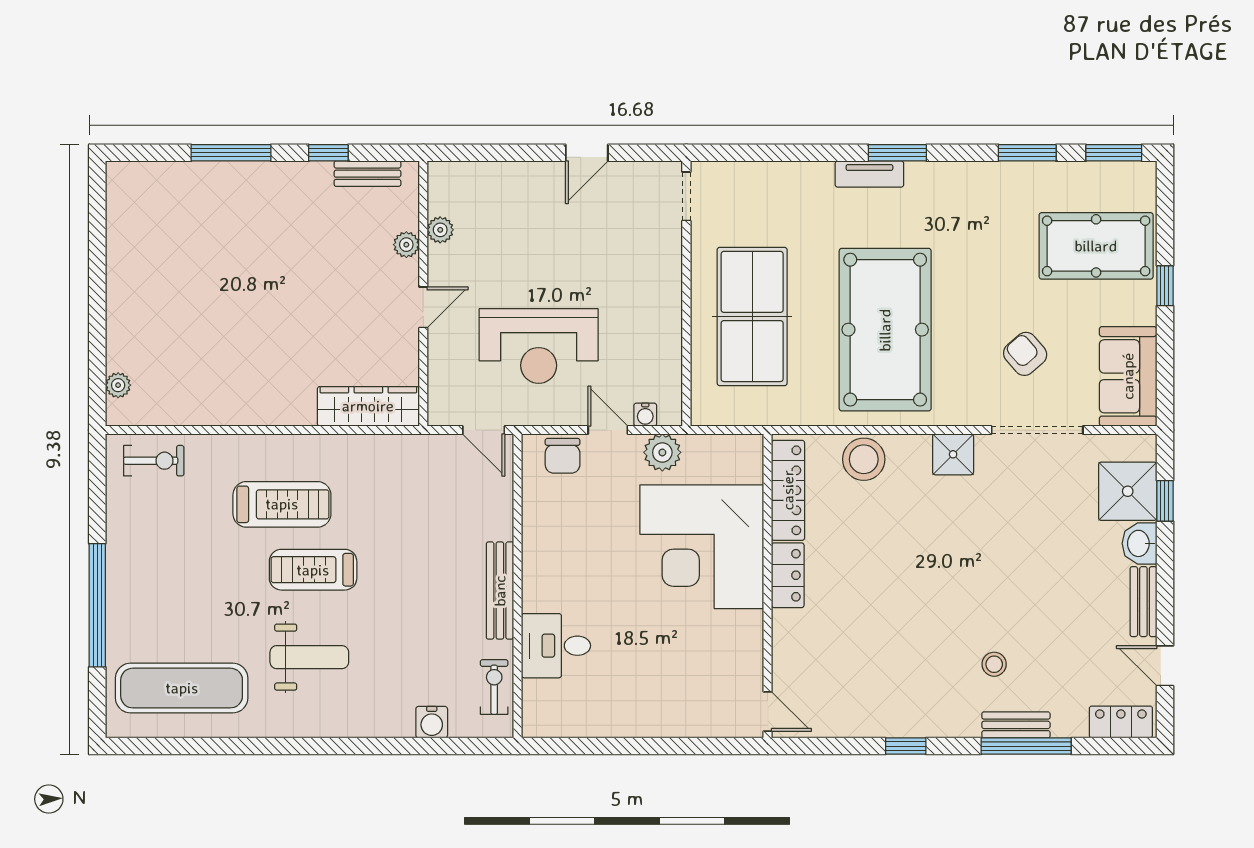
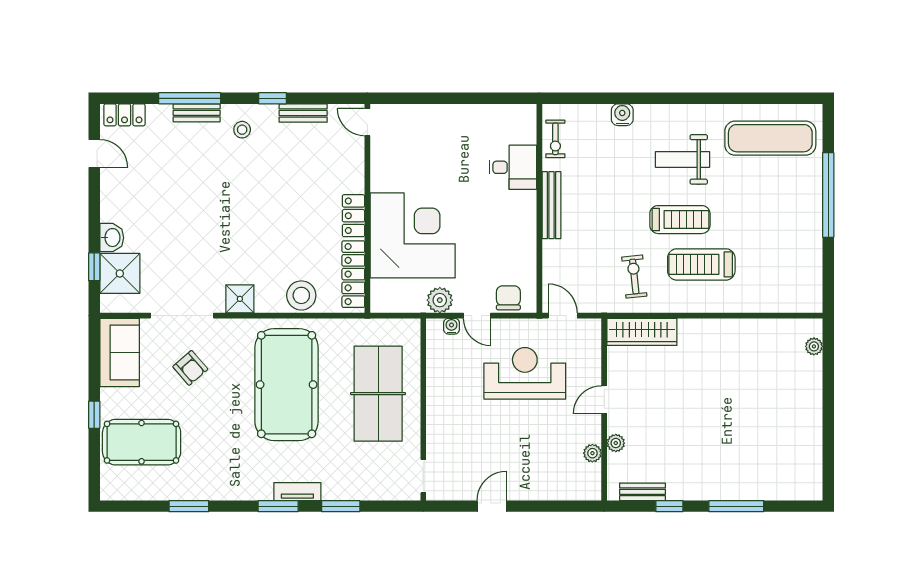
window: (1114, 153) -> (341, 506), moved
exercise bike: (154, 461) -> (634, 277), moved, turned 84
bench: (1143, 602) -> (303, 113), moved, turned 90
stool: (994, 664) -> (242, 130), moved
water cooler: (432, 722) -> (622, 115), moved

